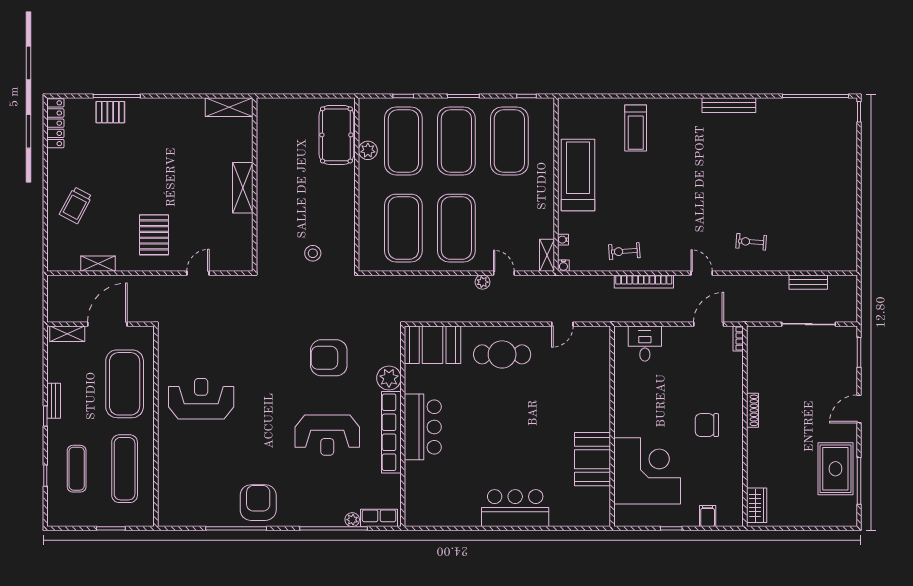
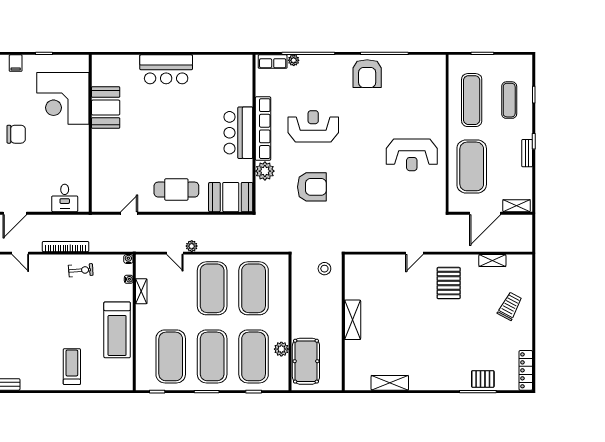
wall: (255, 185) -> (343, 322), moved
shelving: (243, 188) -> (353, 320), moved
shelving: (547, 255) -> (141, 291), moved

